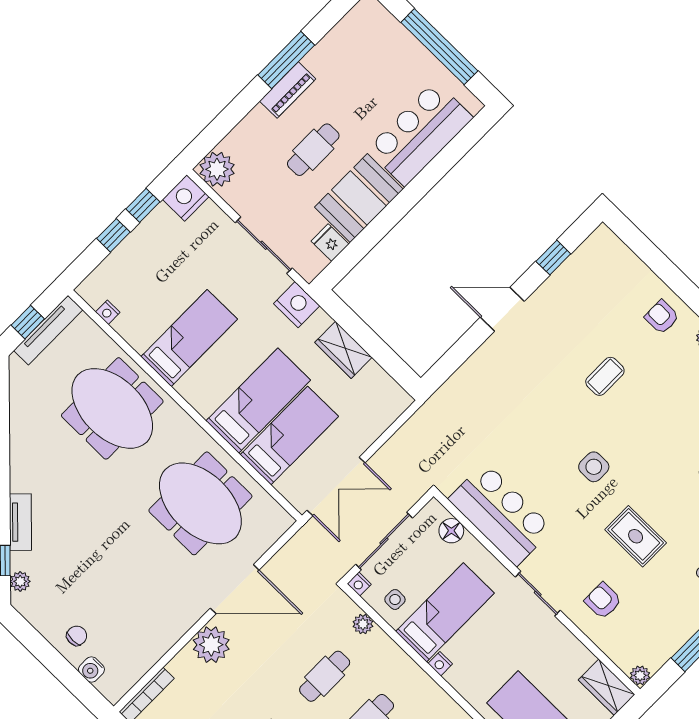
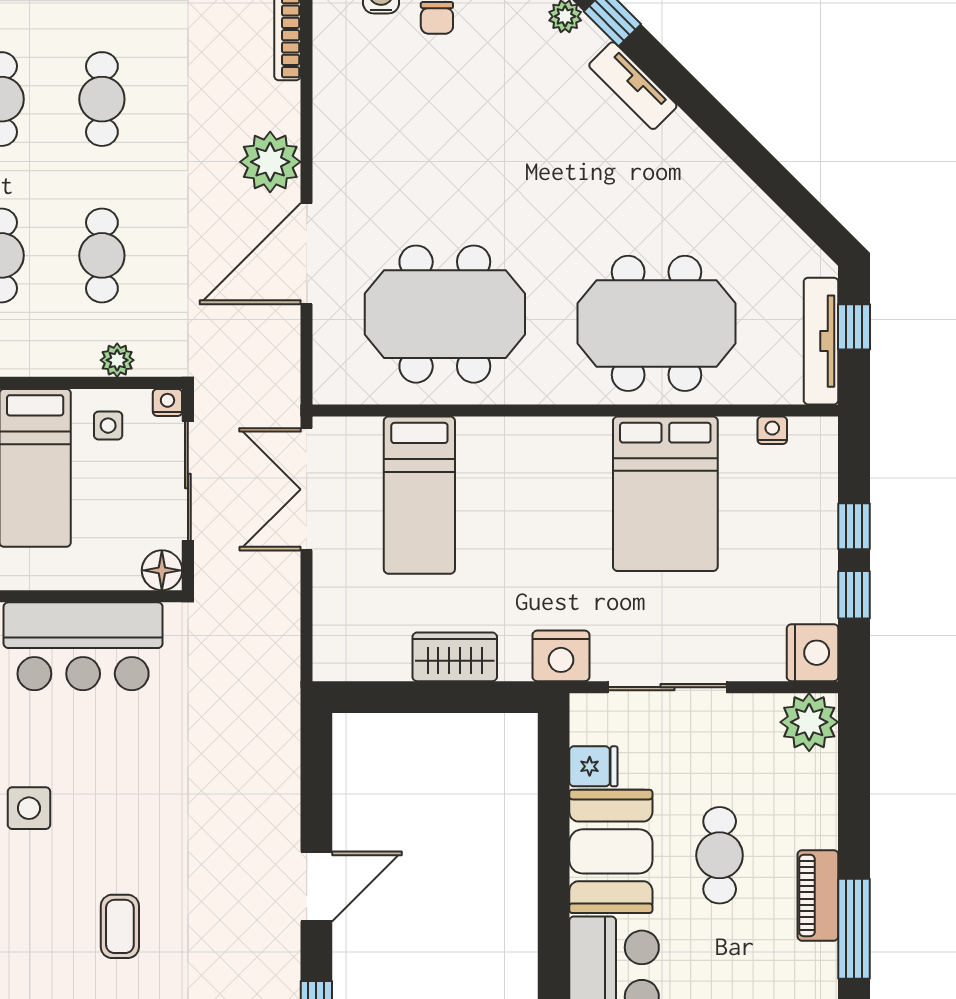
bed: (189, 338) -> (665, 494), width x1.50
bed: (258, 401) -> (496, 500), removed
floor lamp: (451, 531) -> (162, 570), moved

